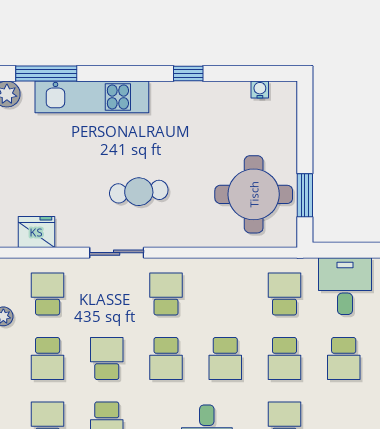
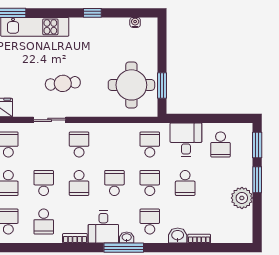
school desk: (225, 358) -> (114, 183), turned 180
school desk: (284, 358) -> (150, 183), turned 180

